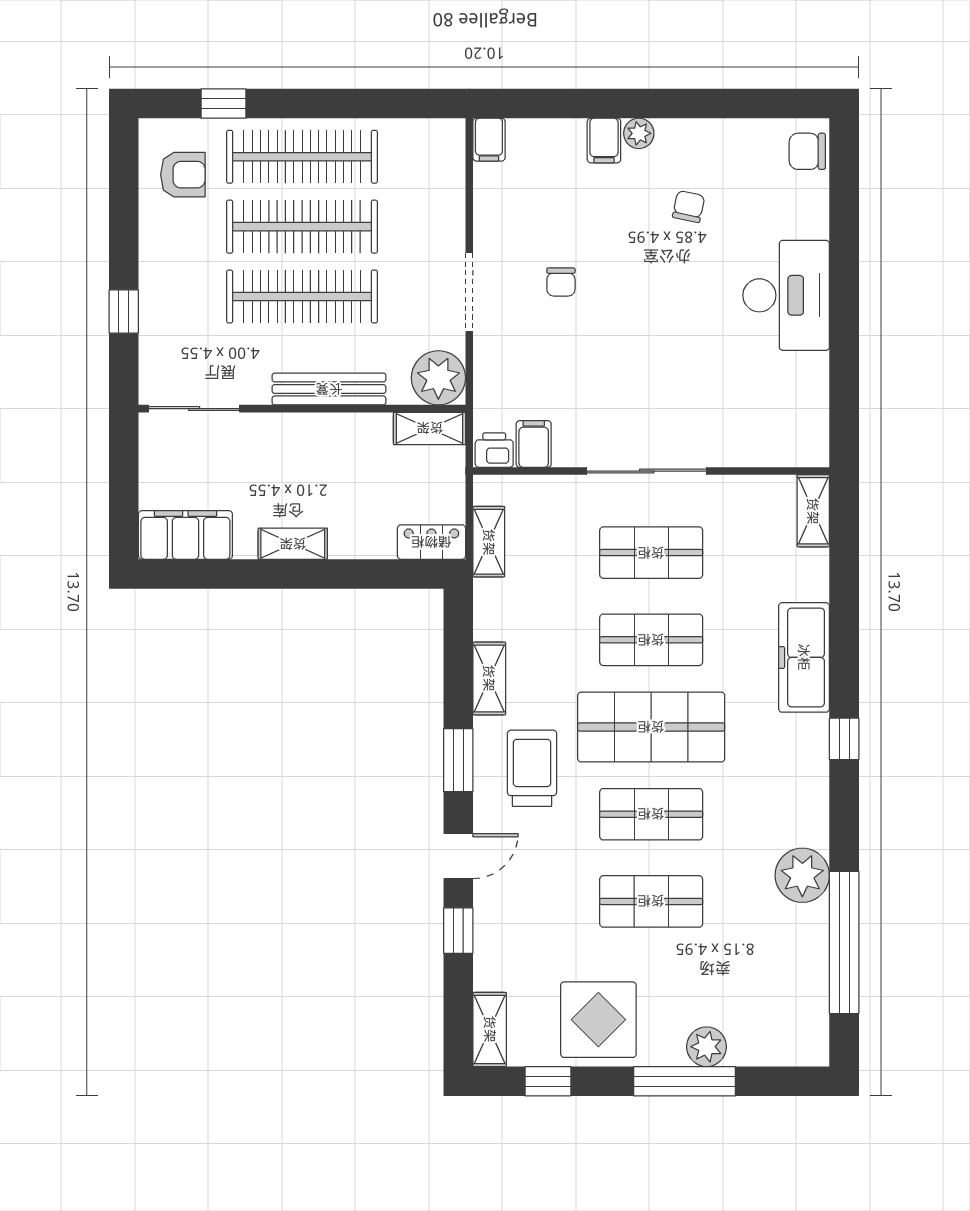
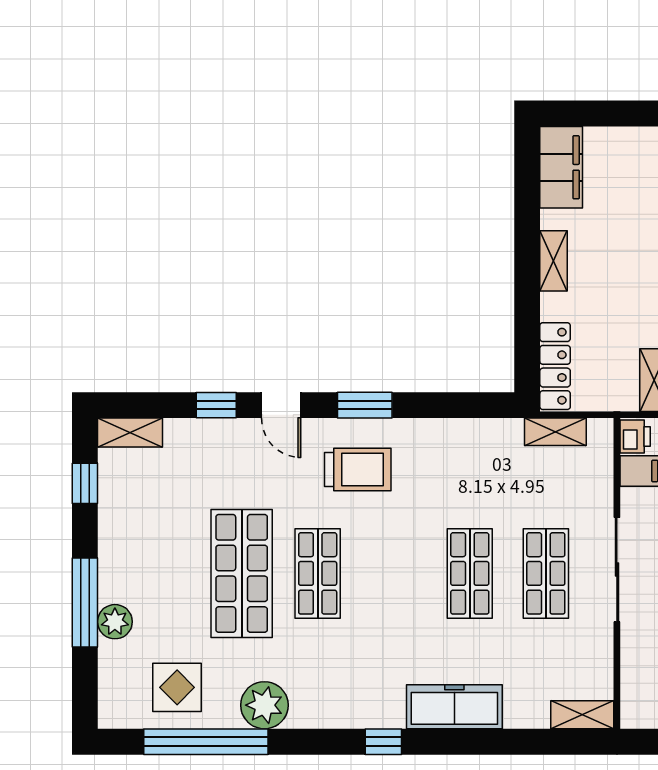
locker: (431, 542) -> (555, 366), width x1.53
shelving: (489, 678) -> (436, 432), removed
shop shelf: (651, 727) -> (394, 573), removed
shop shelf: (651, 901) -> (242, 573), width x1.43, depth x1.36
display table: (598, 1020) -> (177, 687), moved, width x0.73, depth x0.73

